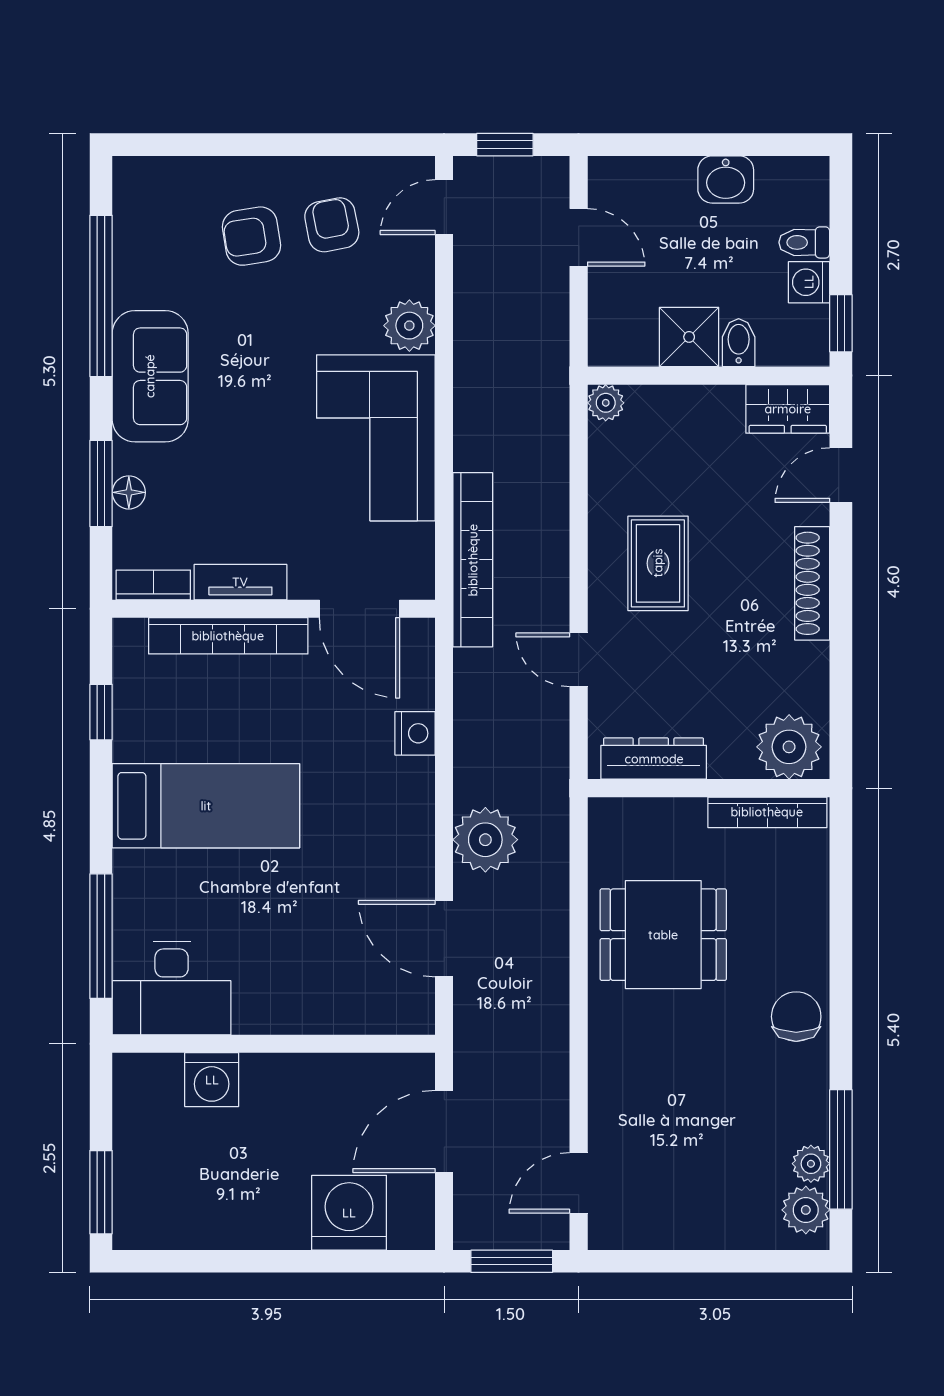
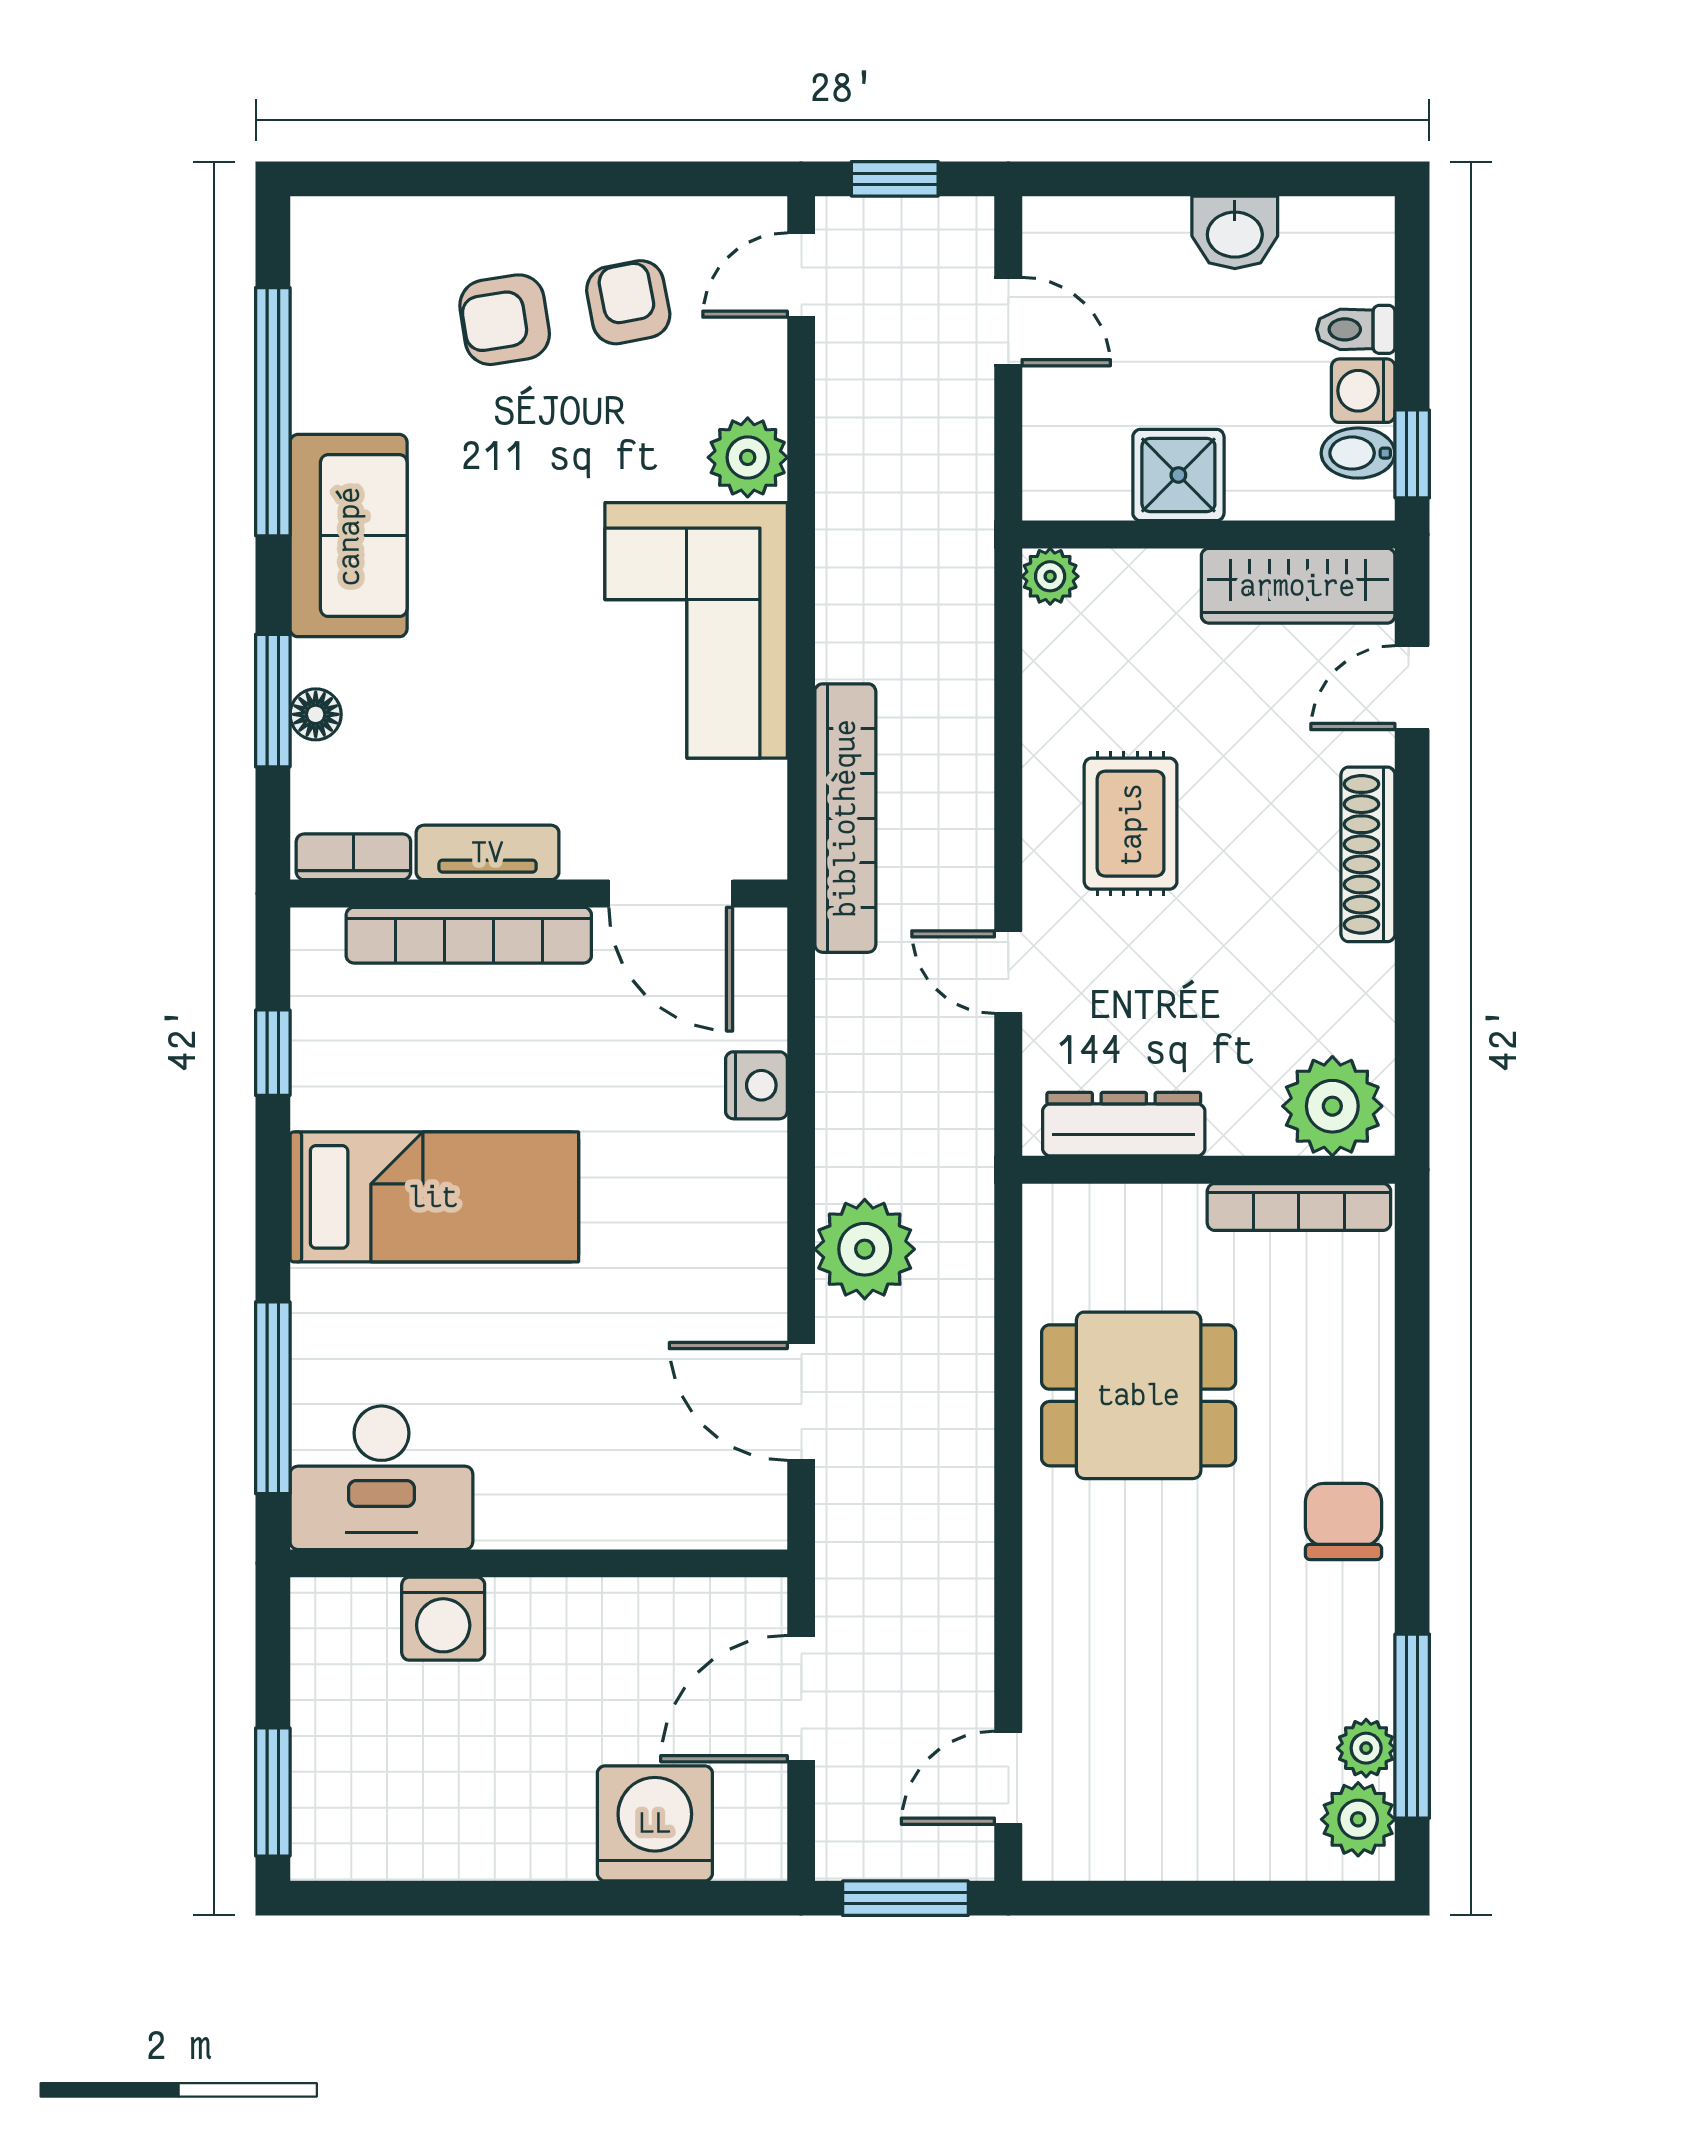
bidet: (739, 343) -> (1358, 453), moved, turned -90
wardrobe: (788, 409) -> (1298, 586), width x1.50

